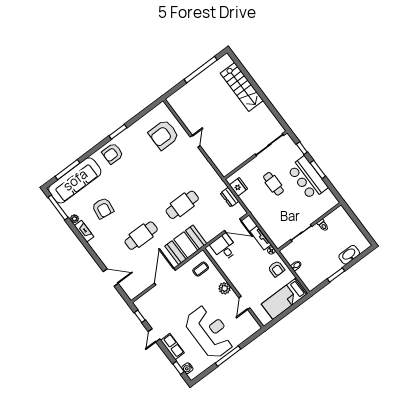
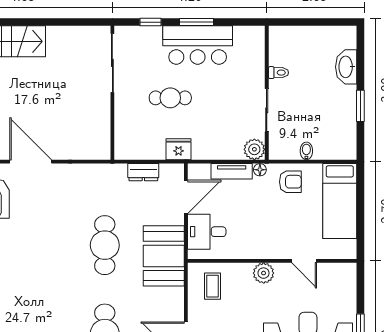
door: (195, 141) -> (31, 162), width x1.87
fridge: (238, 187) -> (179, 149), moved
plant: (279, 241) -> (254, 149), added
booth: (186, 245) -> (164, 256), moved

